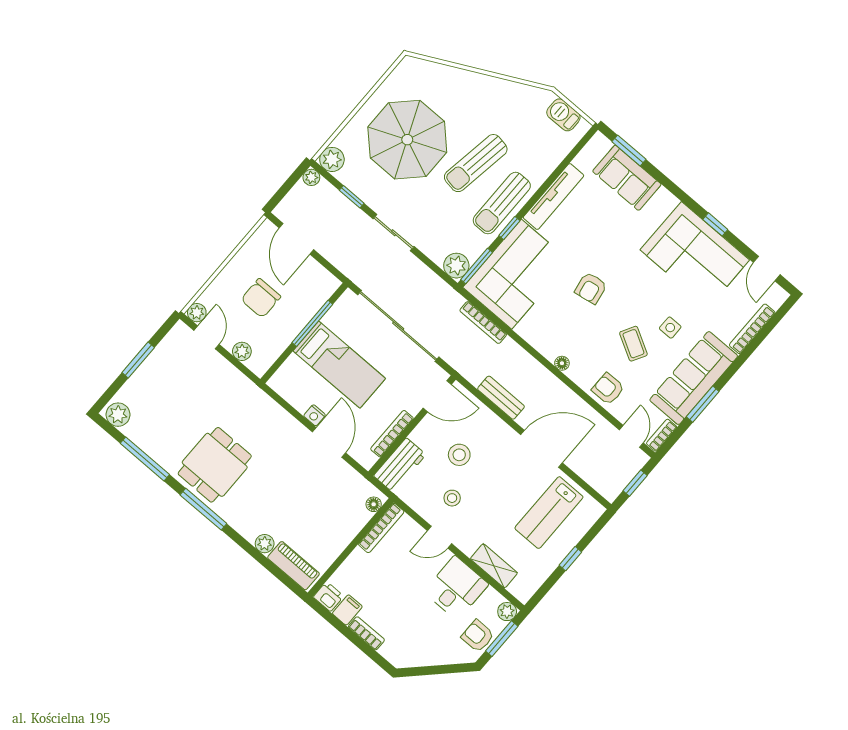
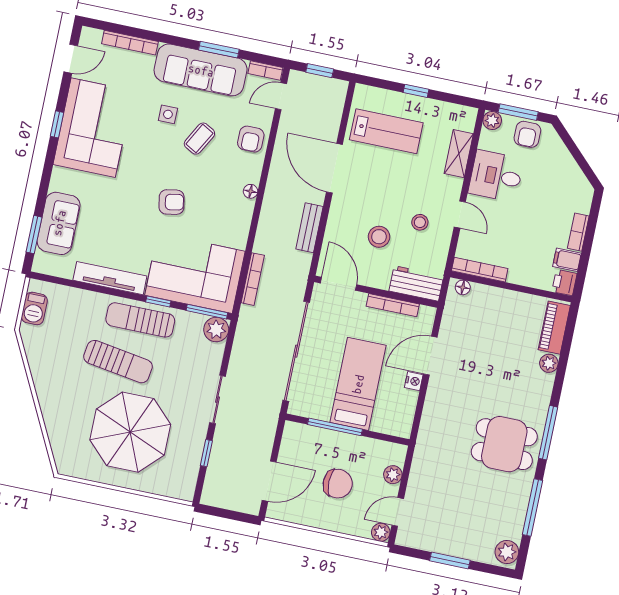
plant: (332, 159) -> (183, 488), removed
plant: (311, 177) -> (209, 497), removed
sun lounger: (502, 203) -> (140, 320), turned 180

